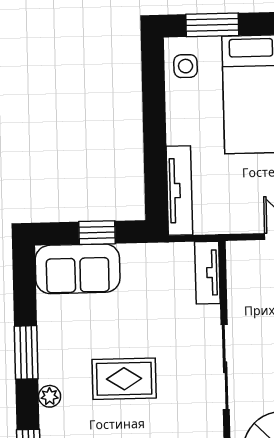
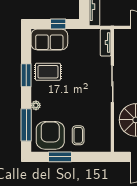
rug: (124, 379) -> (48, 72), moved
plant: (50, 396) -> (36, 105), moved

